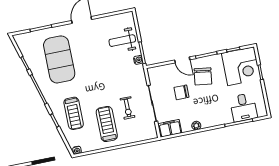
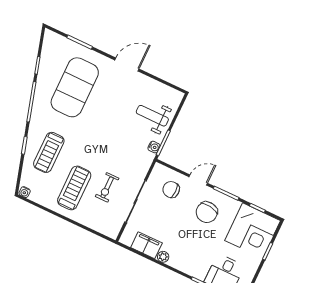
door: (182, 60) -> (198, 180), swing flipped
chair: (181, 92) -> (171, 190), moved
filing cabinet: (170, 128) -> (146, 245), moved

